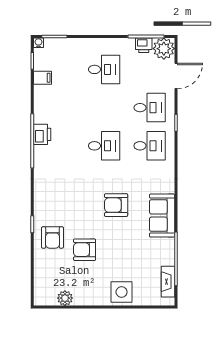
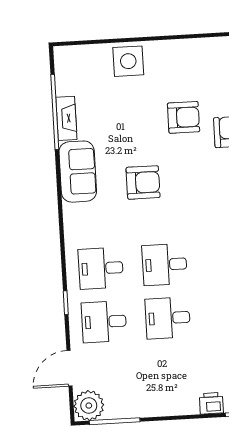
printer: (144, 45) -> (211, 403), moved
desk: (104, 69) -> (168, 318), moved
fireplace: (168, 282) -> (66, 118), moved
plant: (65, 298) -> (207, 48), removed

